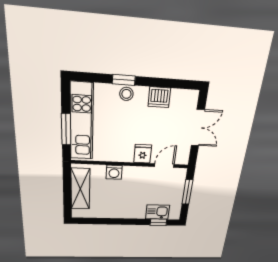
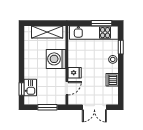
window: (124, 80) -> (121, 47), moved
window: (66, 129) -> (101, 23), moved
door: (164, 166) -> (67, 88), hinge flipped
washing machine: (114, 172) -> (56, 59), width x1.89, depth x1.89

